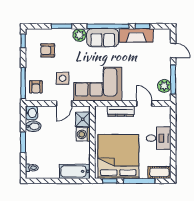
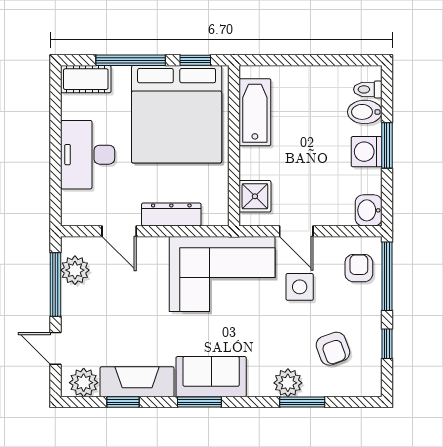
window: (108, 26) -> (199, 402), width x0.47
plant: (79, 35) -> (288, 383), moved
plant: (160, 35) -> (84, 383), added
window: (23, 41) -> (387, 344), moved
armchair: (48, 50) -> (333, 349), turned 70
door: (64, 104) -> (296, 231), swing flipped
bidet: (33, 126) -> (365, 112), moved
washing machine: (83, 134) -> (367, 152), moved, turned 180
desk: (159, 138) -> (88, 155), width x1.37
bathtub: (75, 171) -> (255, 112), moved, turned -90

